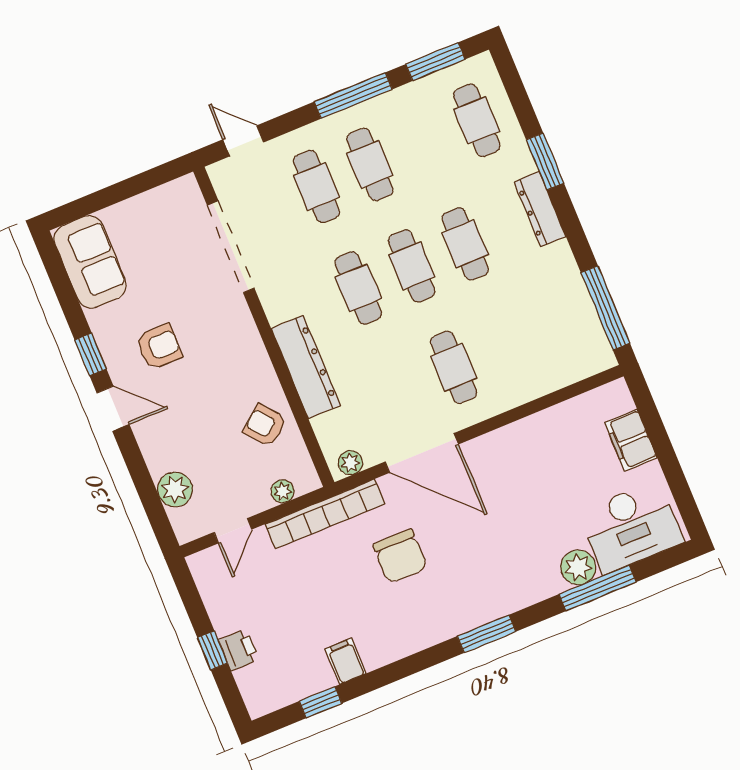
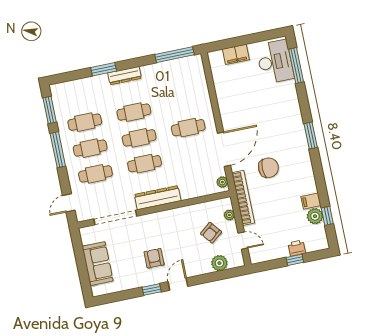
cafe table: (477, 120) -> (85, 122), moved
sofa: (90, 262) -> (98, 264), moved, turned 90
dresser: (306, 367) -> (158, 198), moved
armchair: (265, 426) -> (211, 233), moved
plant: (578, 567) -> (315, 216), moved
window: (597, 588) -> (296, 65), moved

